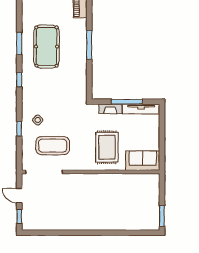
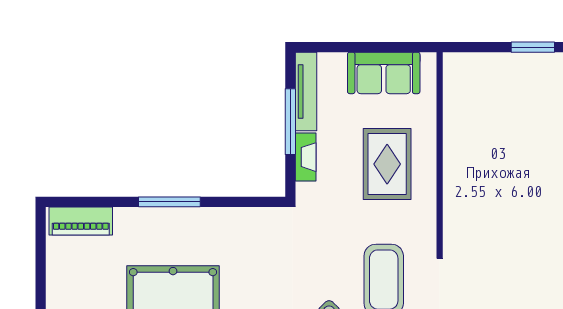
rug: (107, 147) -> (387, 164), turned 90
sofa: (143, 161) -> (384, 73), moved, turned -90

